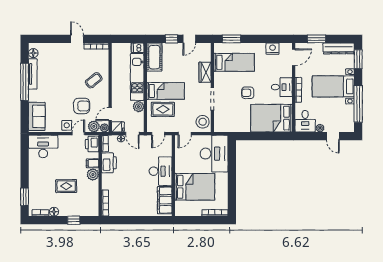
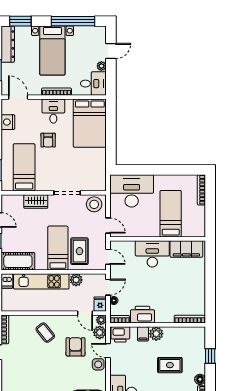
armchair: (248, 93) -> (48, 140), moved
rug: (66, 186) -> (170, 365), turned 90
bed: (195, 187) -> (171, 214), width x0.67

